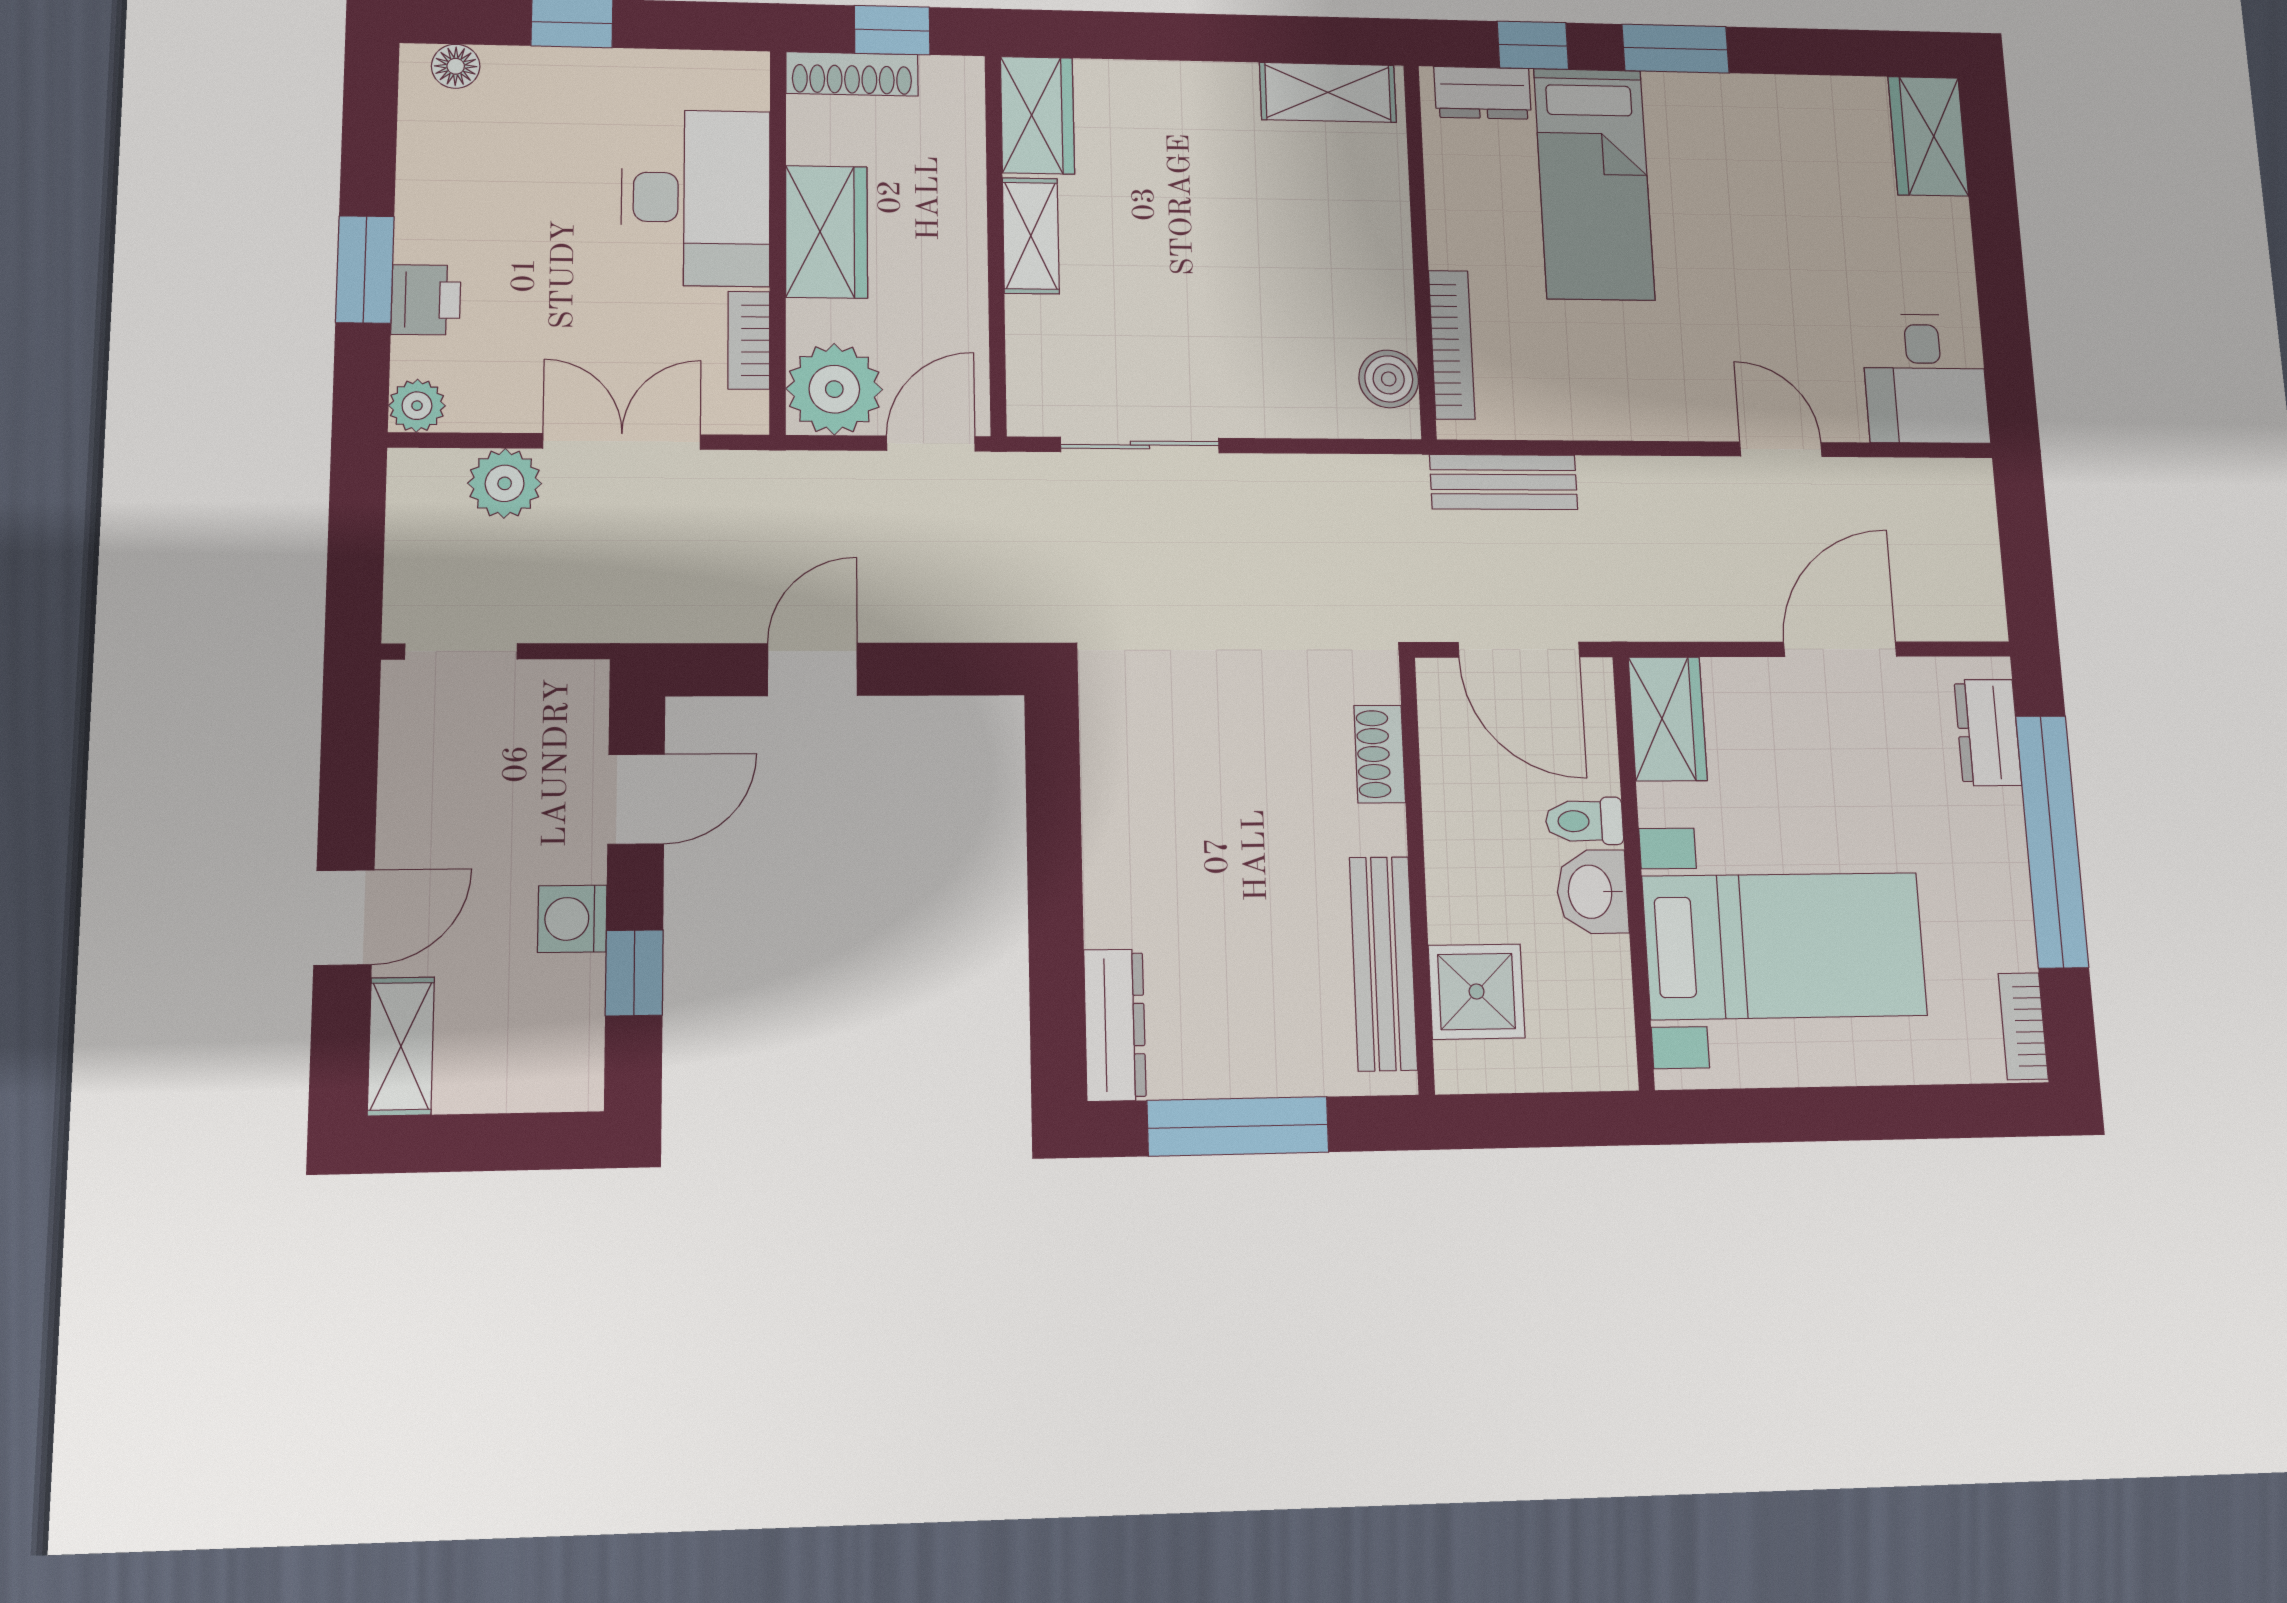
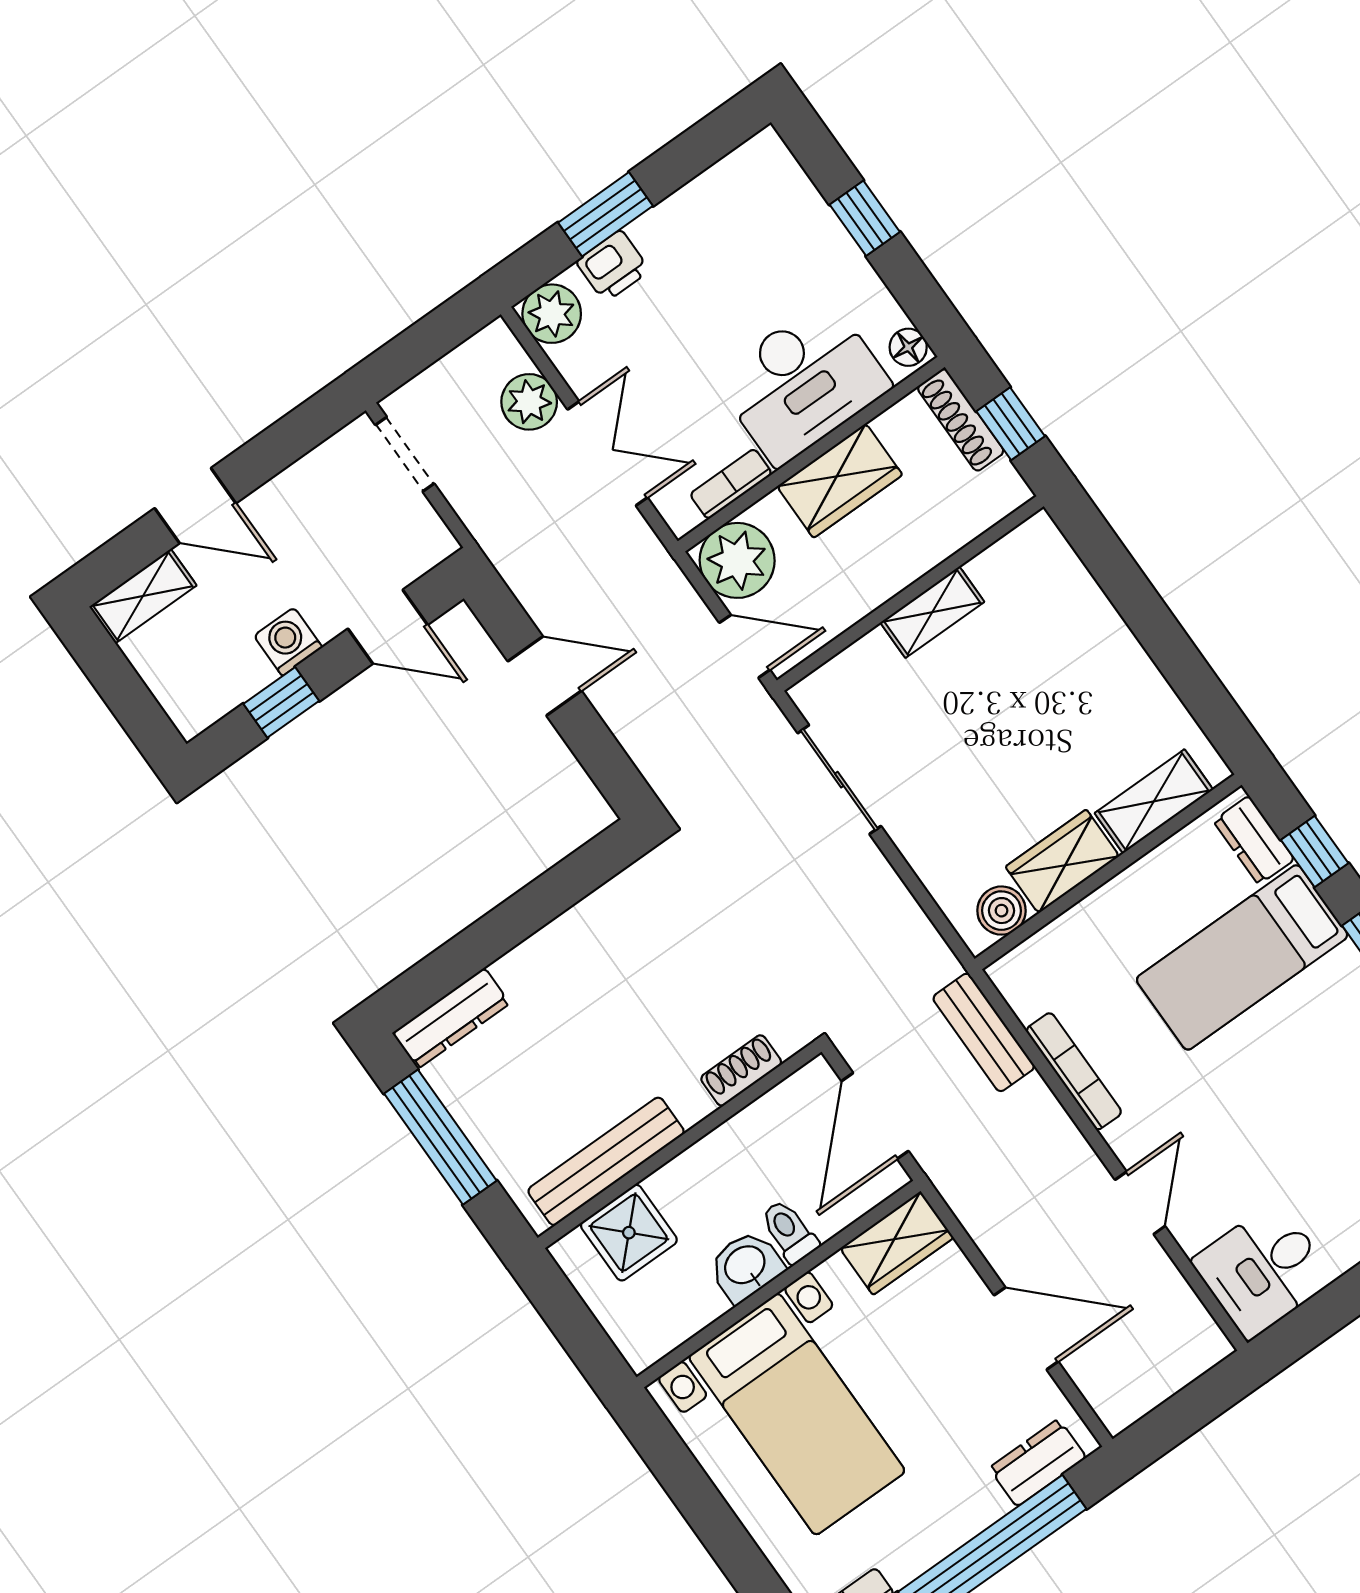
floor lamp: (456, 66) -> (908, 347), moved
shelving: (1328, 92) -> (1154, 801), moved, turned 90
wardrobe: (1037, 115) -> (1062, 861), moved, turned 180
bookcase: (1452, 345) -> (1074, 1071), moved, turned -90
plant: (417, 406) -> (552, 314), width x1.38, depth x1.38

